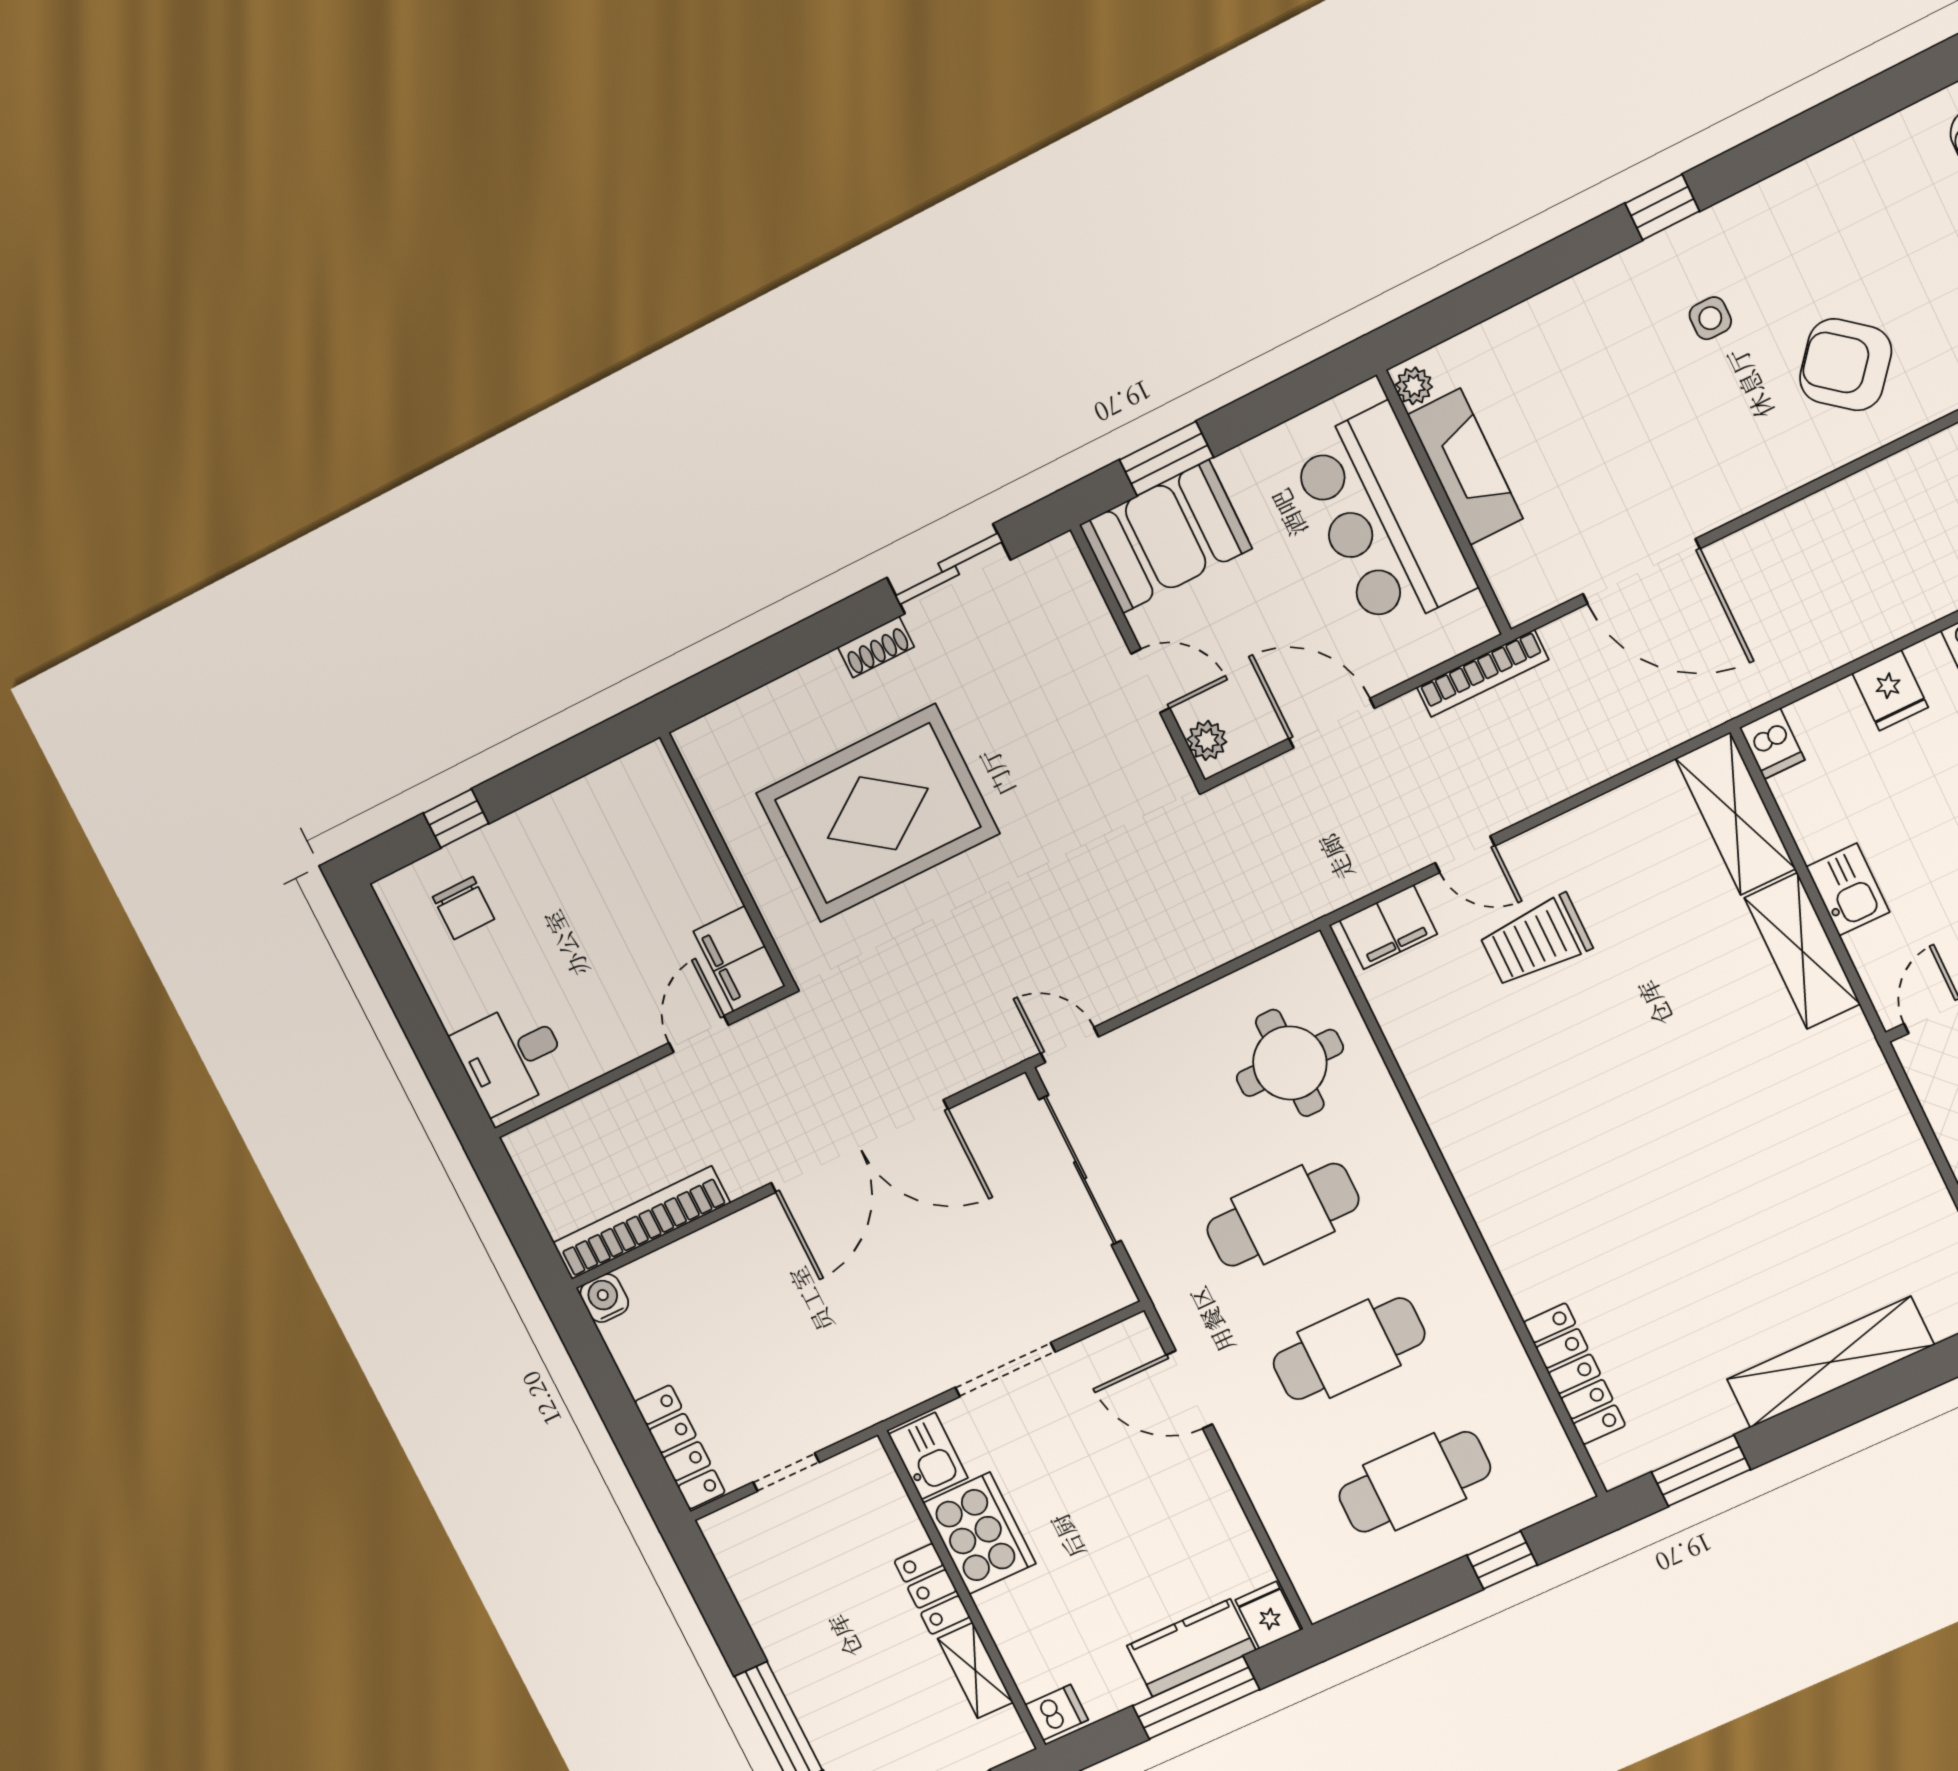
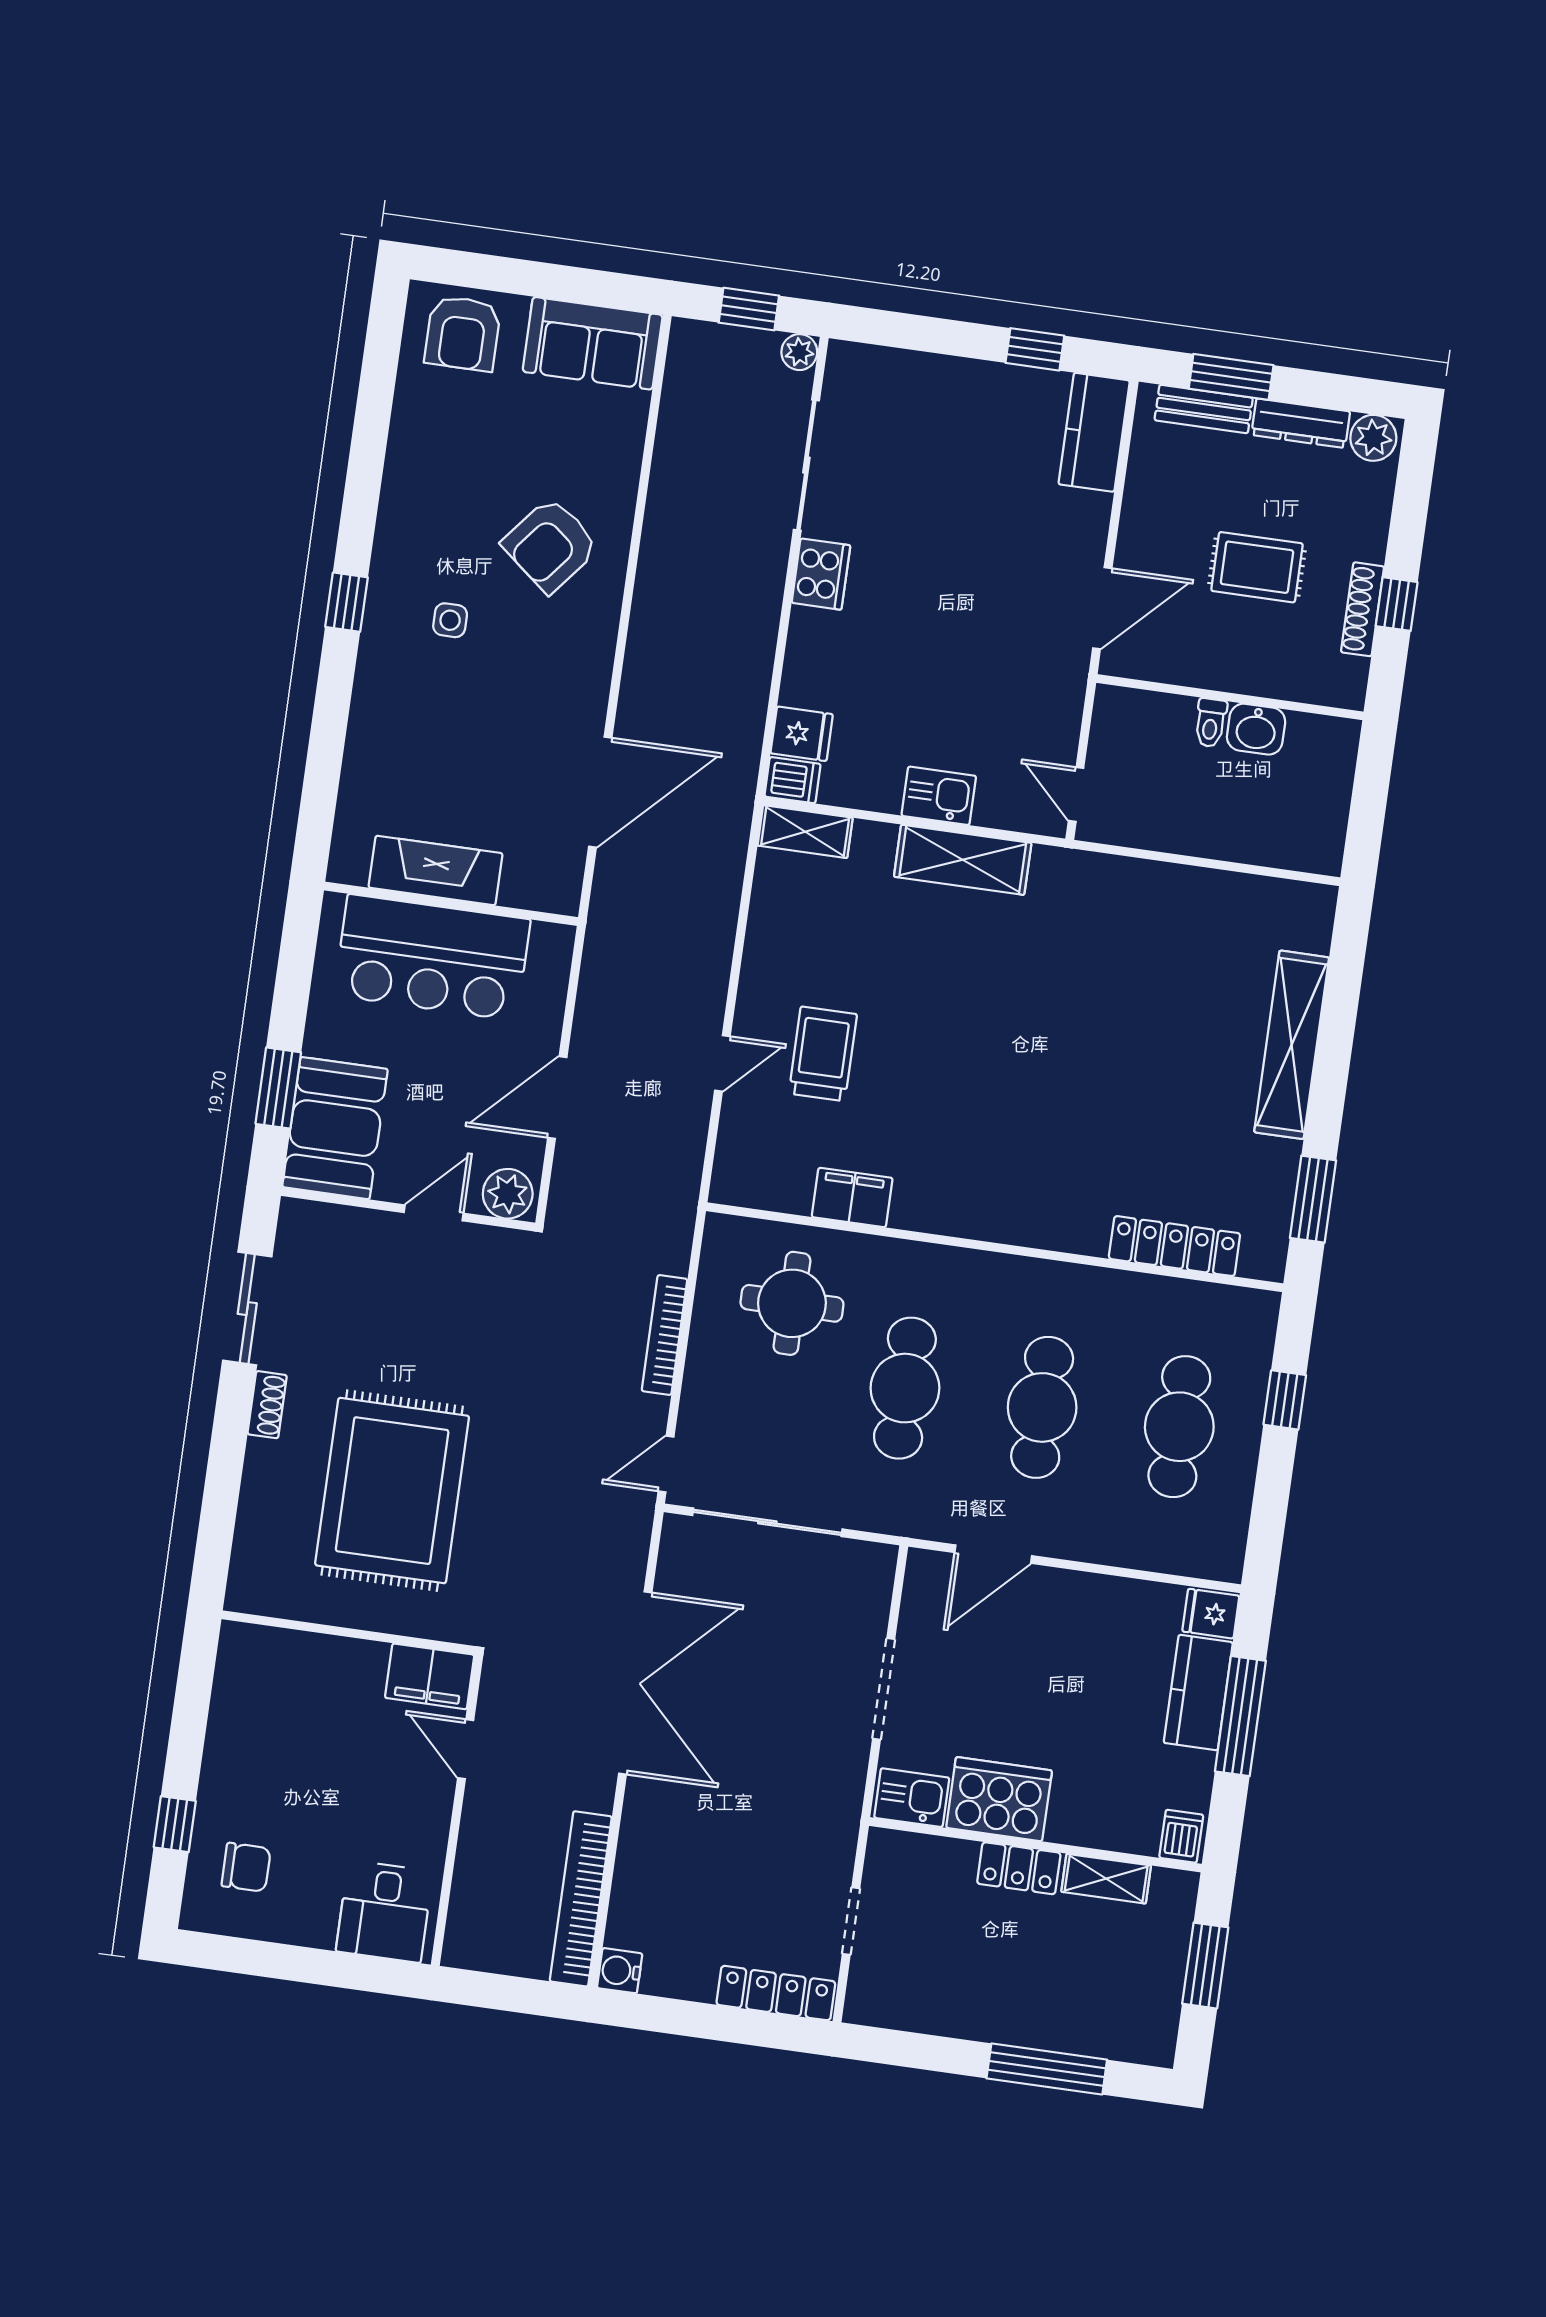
plant: (1414, 386) -> (351, 869), removed
bookcase: (1483, 673) -> (665, 1335), moved, turned 180
fridge: (1890, 690) -> (802, 734), moved
plant: (1207, 740) -> (508, 1194), width x1.38, depth x1.38
shelving: (1736, 814) -> (805, 832), width x0.67, depth x0.75
filing cabinet: (1388, 927) -> (852, 1197), moved, turned -90
trolley: (1536, 941) -> (823, 1054), turned 180

